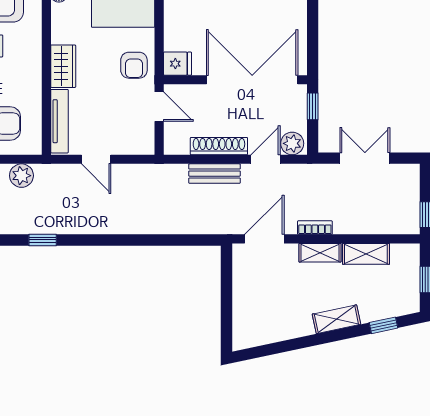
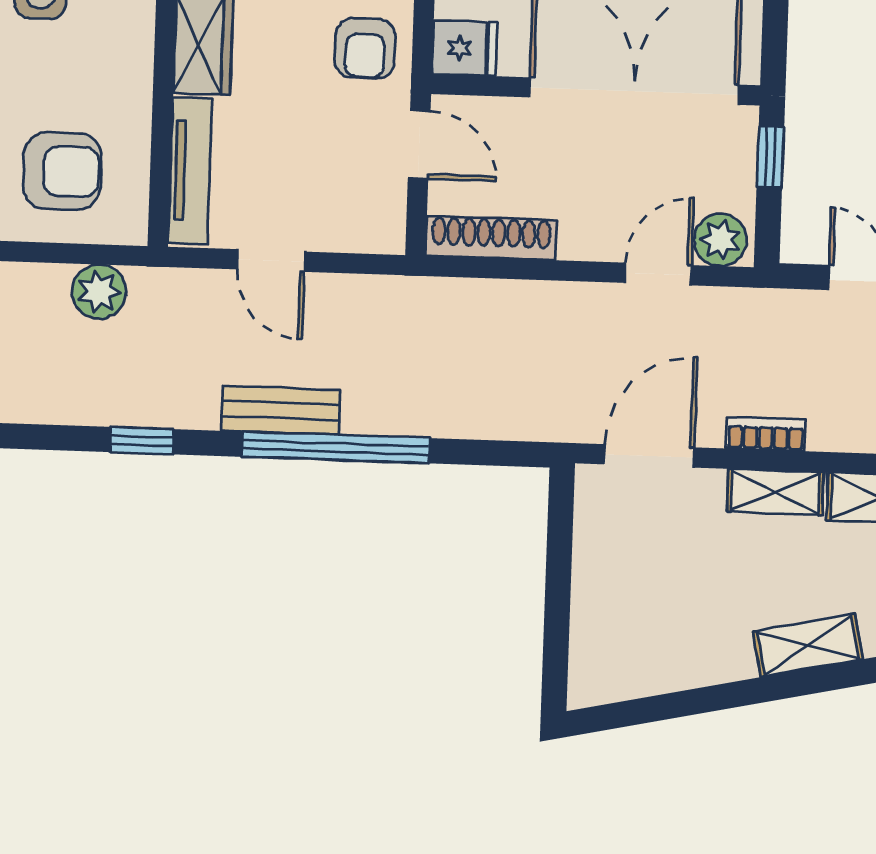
shoe rack: (219, 146) -> (491, 238), moved
bench: (215, 174) -> (281, 410), moved
window: (127, 240) -> (336, 447), added

